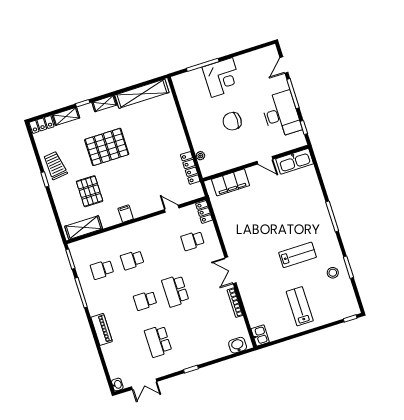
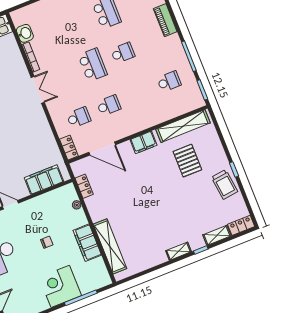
shelving: (142, 94) -> (110, 246), moved, turned 90
filing cabinet: (193, 118) -> (87, 243), added
chair: (232, 121) -> (47, 242), width x0.54, depth x0.54
pallet: (107, 147) -> (173, 207), removed
locker: (190, 168) -> (84, 186), width x0.66
door: (172, 209) -> (102, 148), width x1.87
filing cabinet: (126, 214) -> (144, 142), width x2.00
shelving: (84, 228) -> (183, 126), width x1.47
school desk: (132, 260) -> (109, 105), moved
washbasin: (238, 345) -> (25, 33), moved, turned -90

